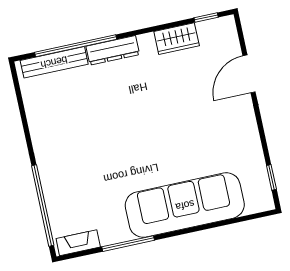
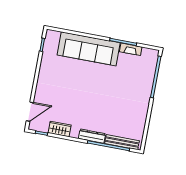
door: (249, 74) -> (30, 112), moved
fireplace: (78, 243) -> (131, 49), moved

